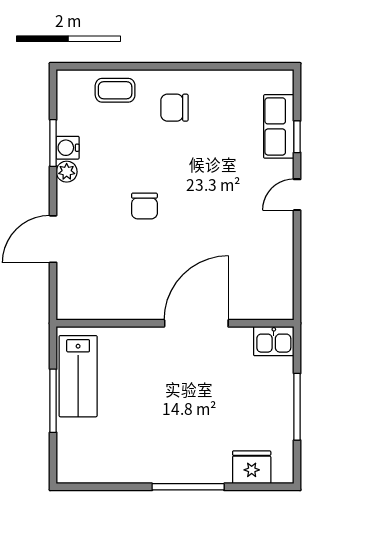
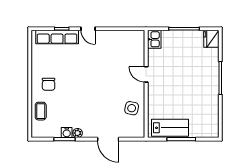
row of seats: (279, 126) -> (57, 37), width x1.48
chair: (144, 206) -> (93, 98), removed
side table: (121, 291) -> (132, 108), added
door: (196, 323) -> (146, 74), width x0.53
fridge: (252, 467) -> (211, 39), moved

